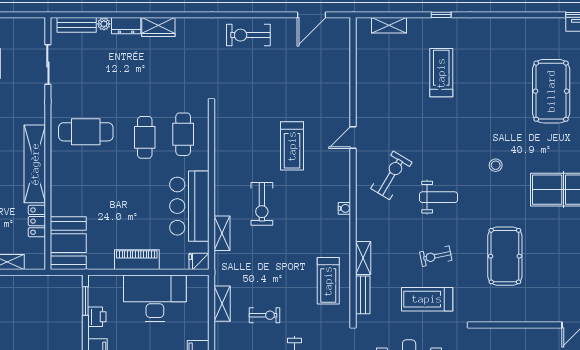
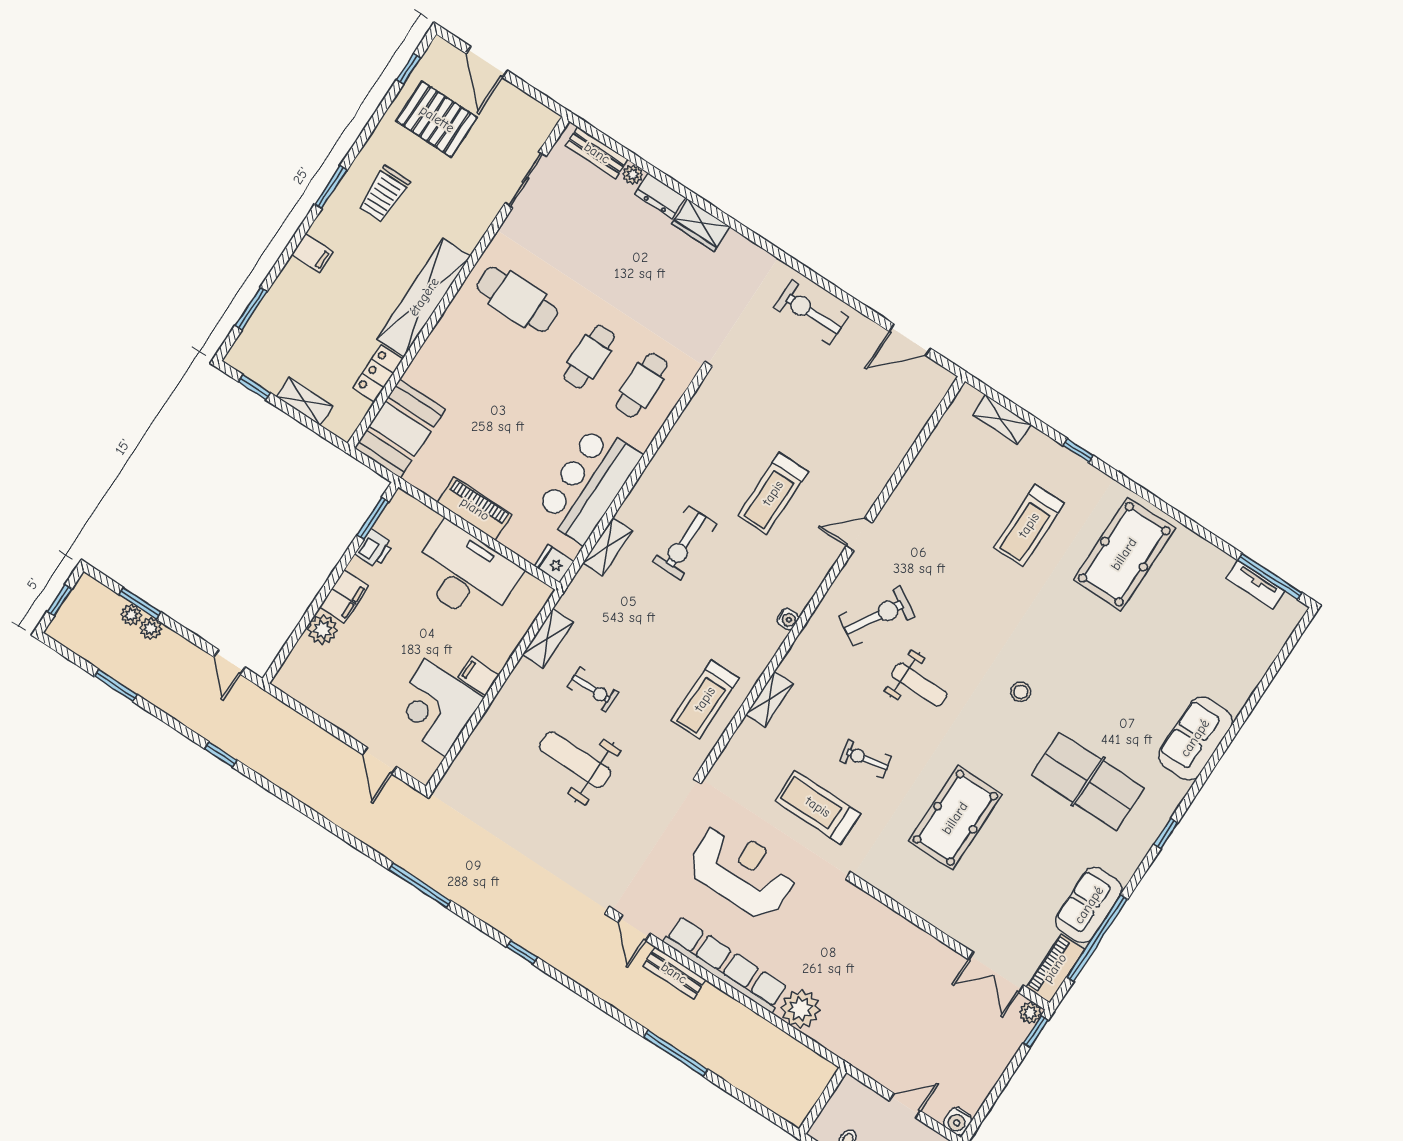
treadmill: (441, 73) -> (1029, 525), turned 180
pool table: (551, 91) -> (1124, 554), moved
bench: (363, 295) -> (738, 747), removed

